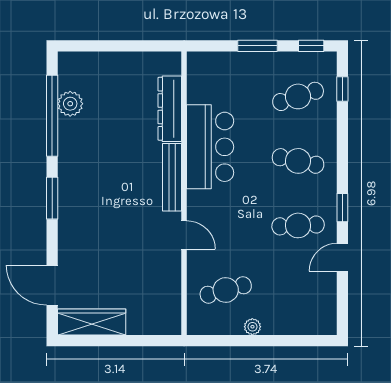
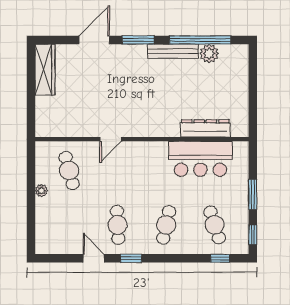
bar counter: (210, 147) -> (200, 159), moved
bench: (172, 177) -> (173, 51), moved
door: (52, 285) -> (94, 40), moved

